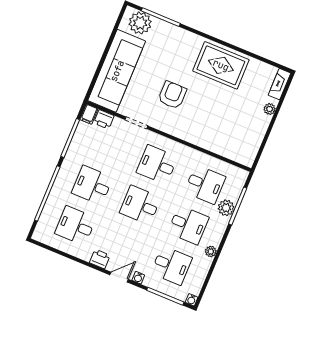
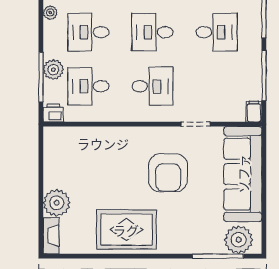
armchair: (172, 95) -> (168, 173), width x1.36, depth x1.36
plant: (270, 109) -> (57, 203), width x1.87, depth x1.87
printer: (104, 119) -> (53, 113), moved
desk: (140, 205) -> (152, 32), turned 180

